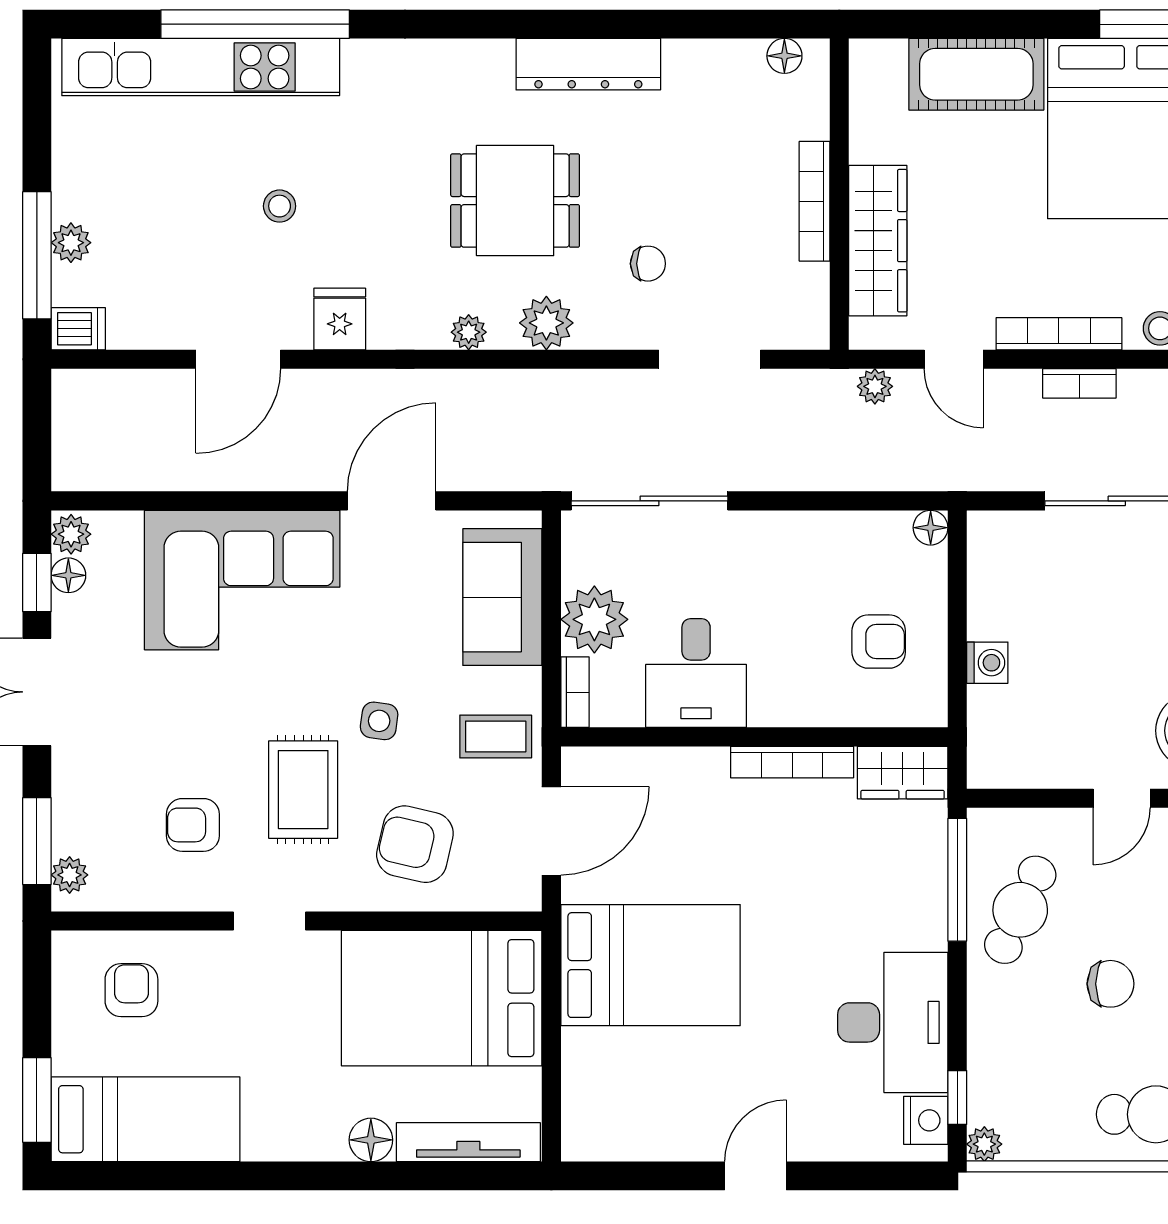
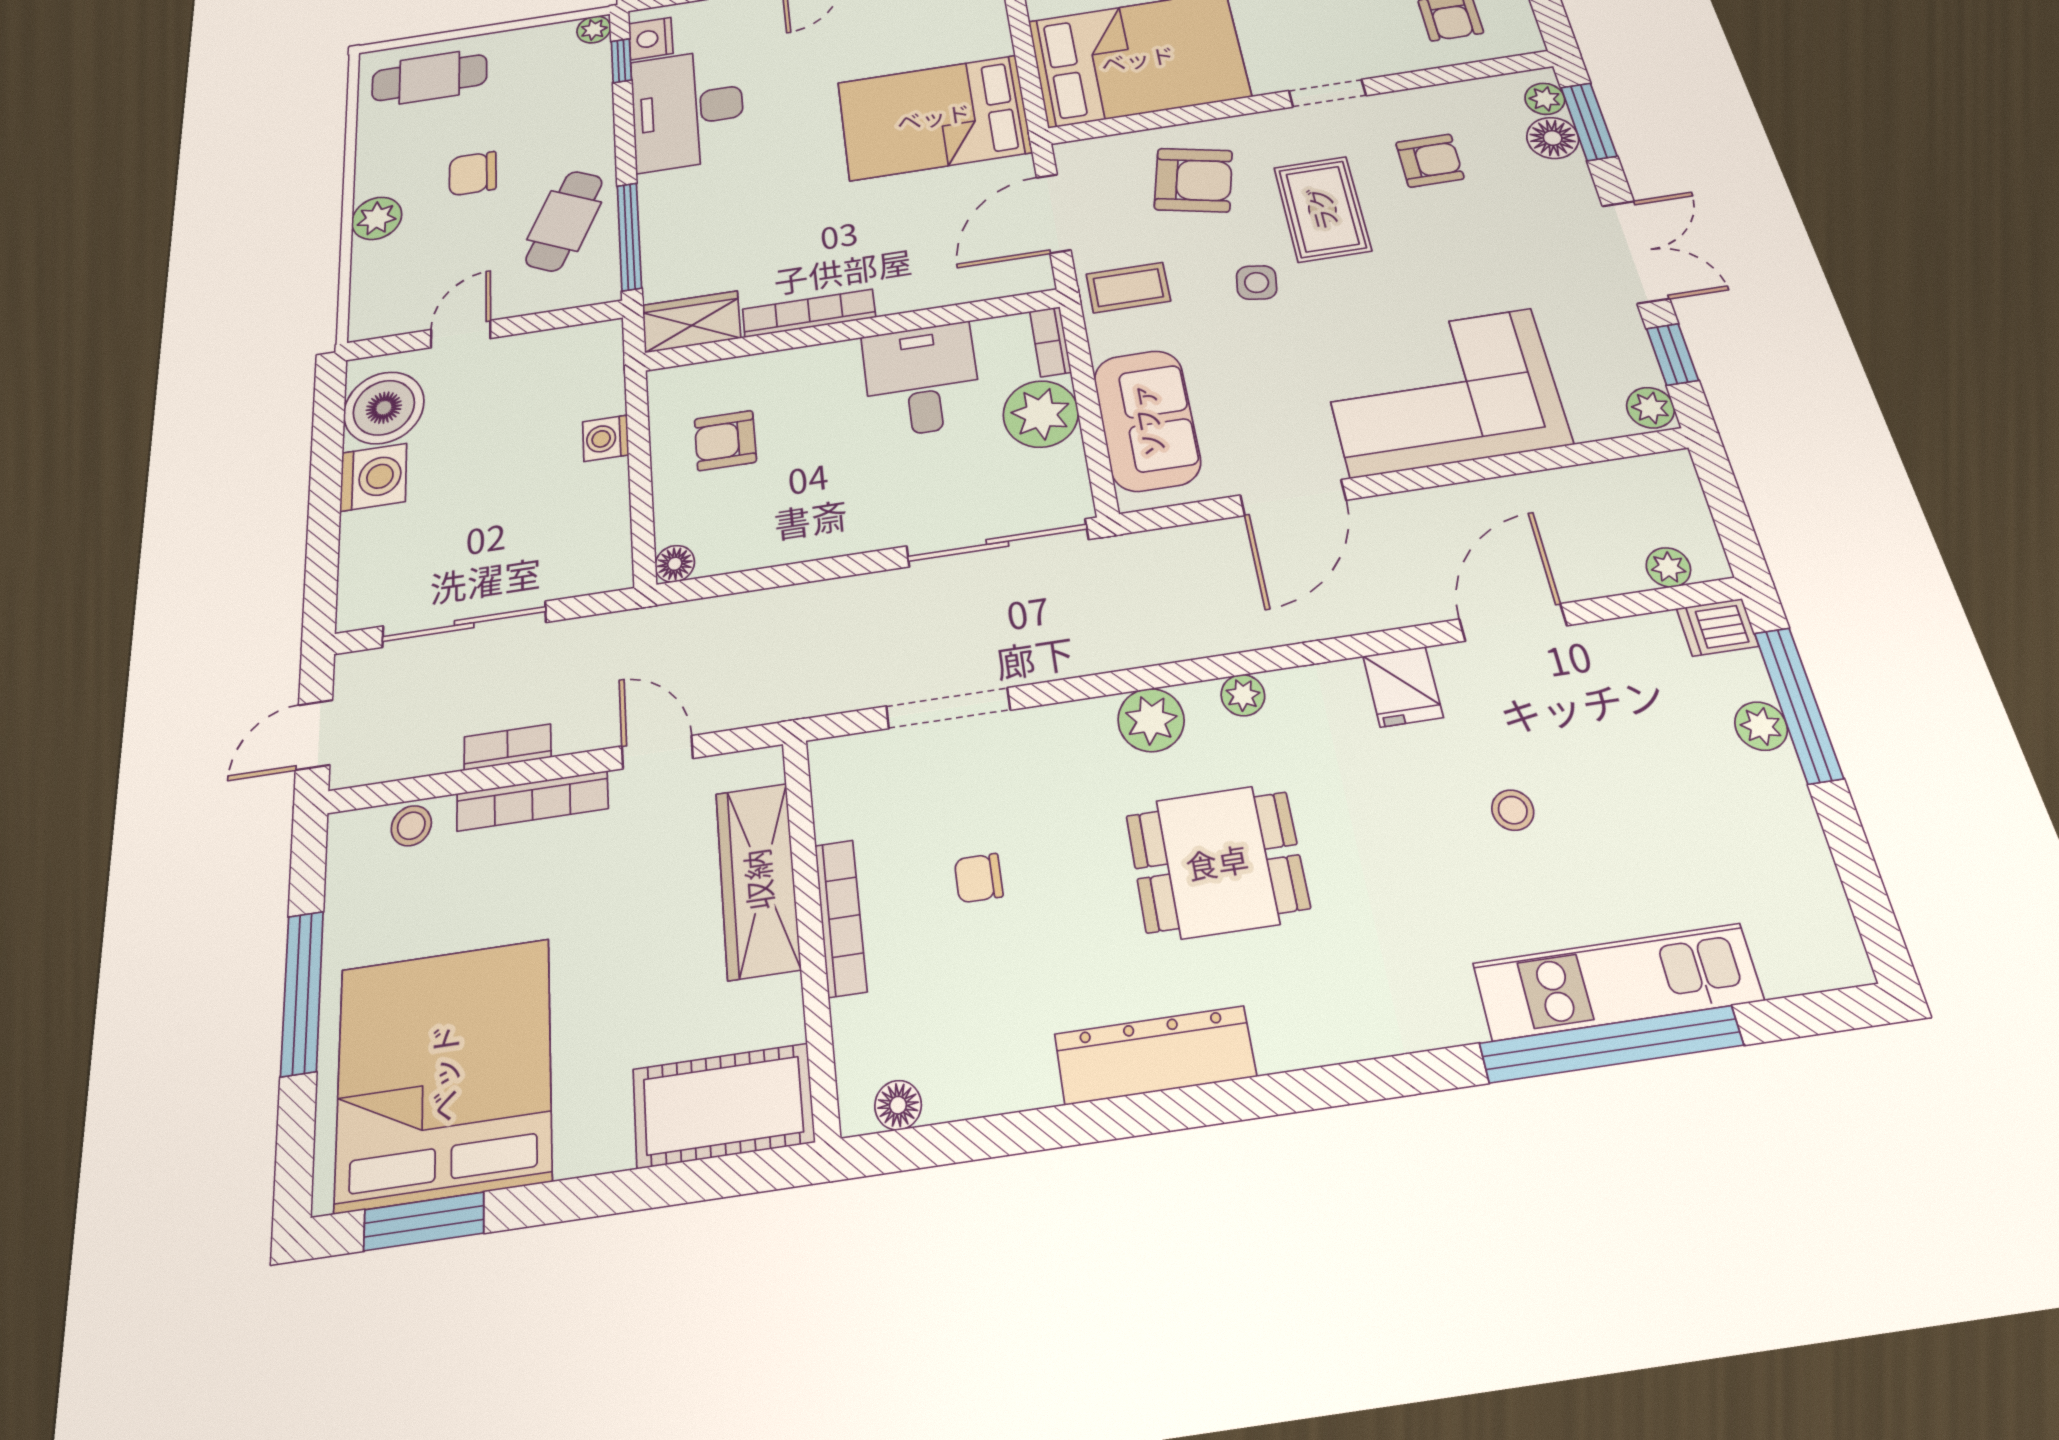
kitchen unit: (201, 67) -> (1617, 982), width x0.73
cot: (976, 74) -> (723, 1106), moved
chair: (648, 264) -> (979, 878), moved
plant: (875, 386) -> (1668, 567), moved
floor lamp: (68, 575) -> (1553, 138), moved, width x1.37, depth x1.37

